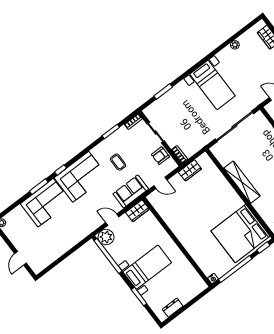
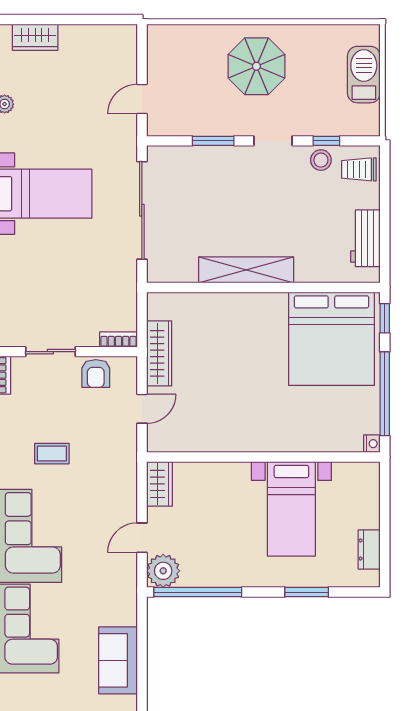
wardrobe: (190, 170) -> (159, 353), width x1.50
sofa: (131, 191) -> (118, 660), moved
bed with nightstands: (147, 267) -> (291, 509), moved, turned 180

